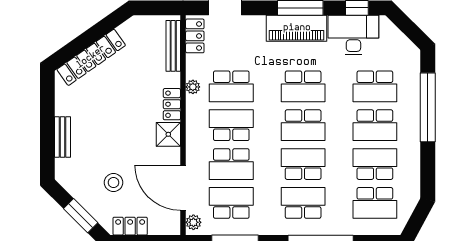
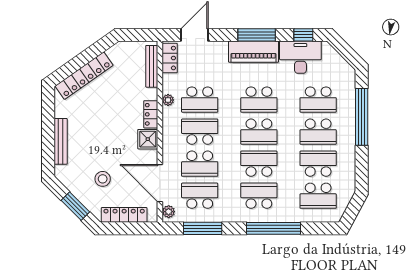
bench: (63, 137) -> (61, 141), width x1.36
locker: (130, 226) -> (124, 215), width x1.53

